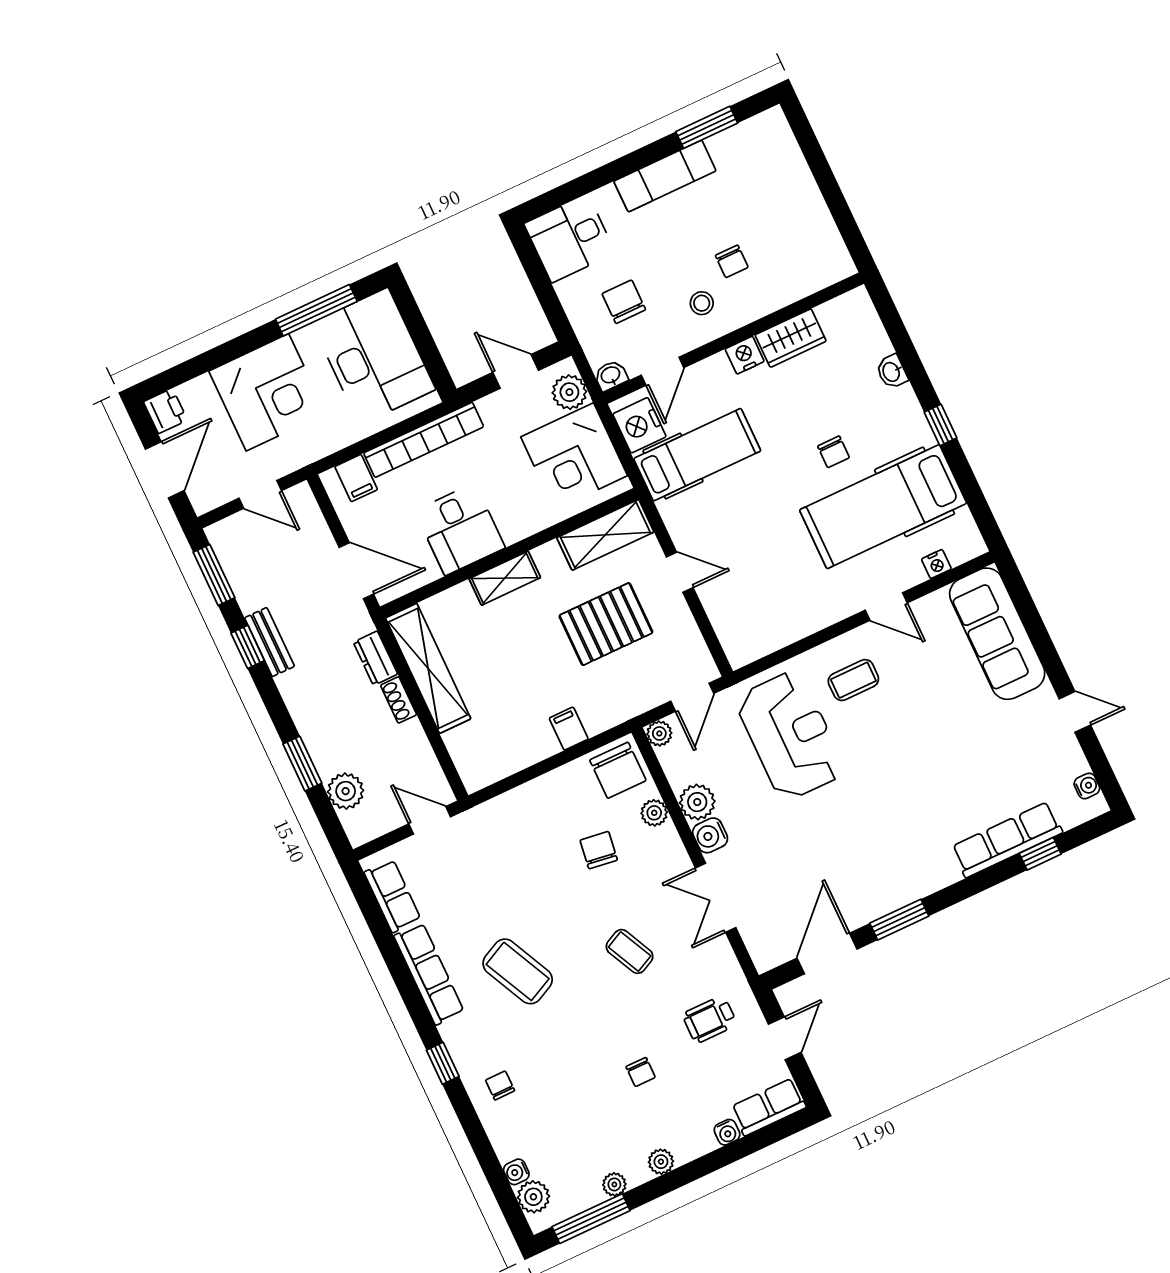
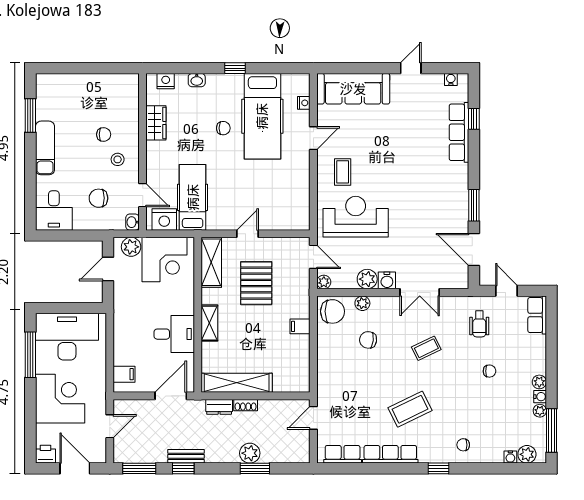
nightstand: (745, 355) -> (166, 81), moved, turned 90
bookcase: (424, 440) -> (121, 331), removed
plant: (346, 791) -> (250, 453), moved
water cooler: (727, 1132) -> (540, 397), moved

